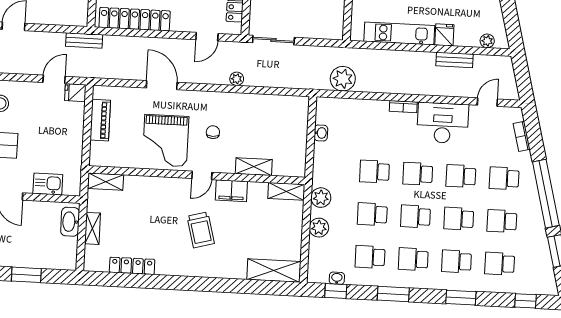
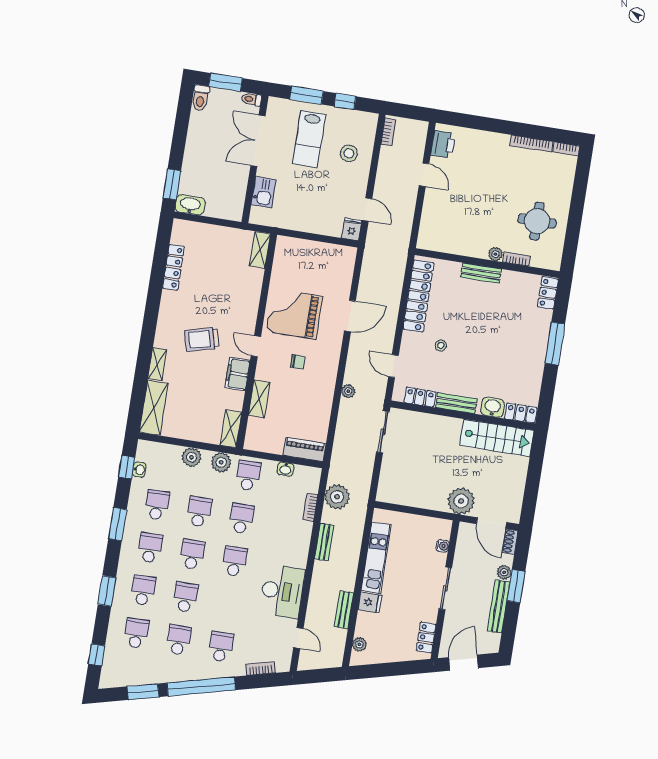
bench: (84, 40) -> (324, 542), moved
bookcase: (403, 107) -> (310, 507), moved
piano: (100, 120) -> (304, 449), moved, turned 180
school desk: (461, 176) -> (248, 476), moved
washbasin: (70, 222) -> (190, 205), moved
shelving: (92, 228) -> (157, 364), moved, turned 90
window: (26, 275) -> (172, 184), moved

